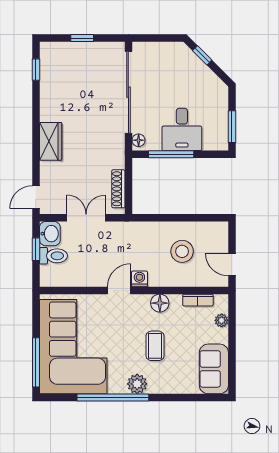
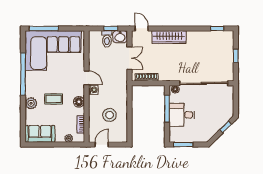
wardrobe: (51, 141) -> (169, 37), width x1.50
plant: (137, 384) -> (31, 103), moved

